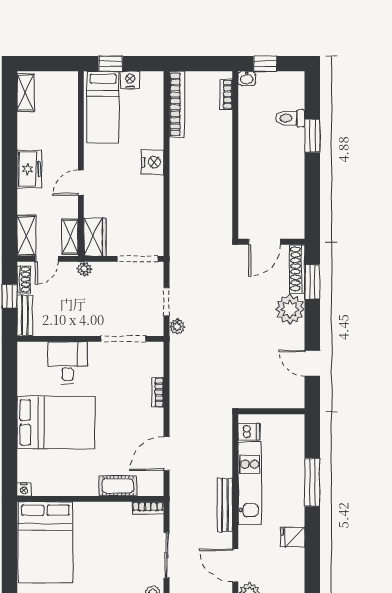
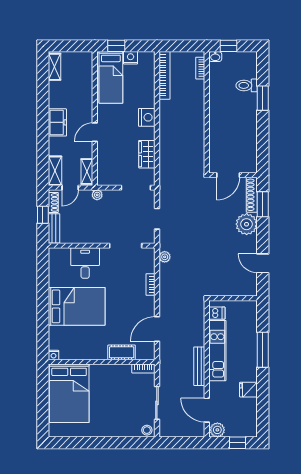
wardrobe: (95, 237) -> (147, 154), moved, turned 180
plant: (177, 327) -> (165, 257), moved

